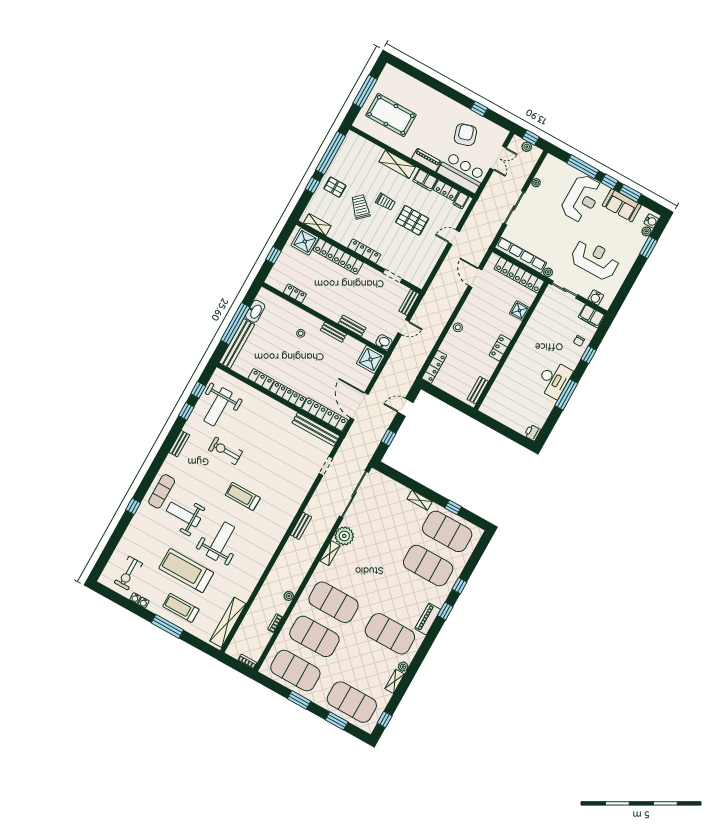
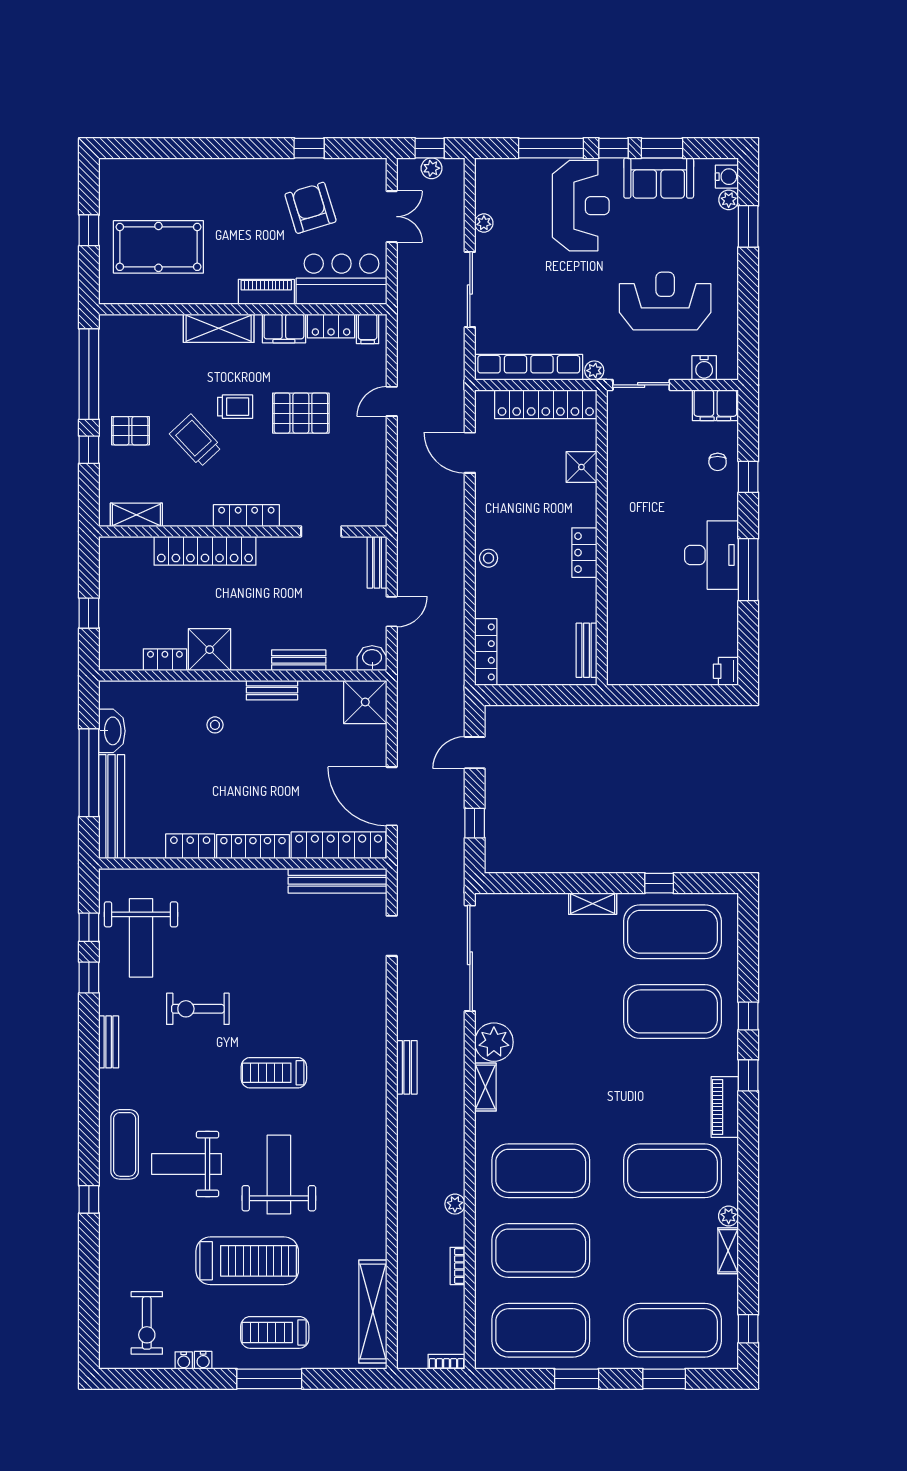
window: (365, 91) -> (89, 230), width x0.46
shower: (305, 241) -> (210, 650), moved
treadmill: (186, 571) -> (247, 1261), turned 180

